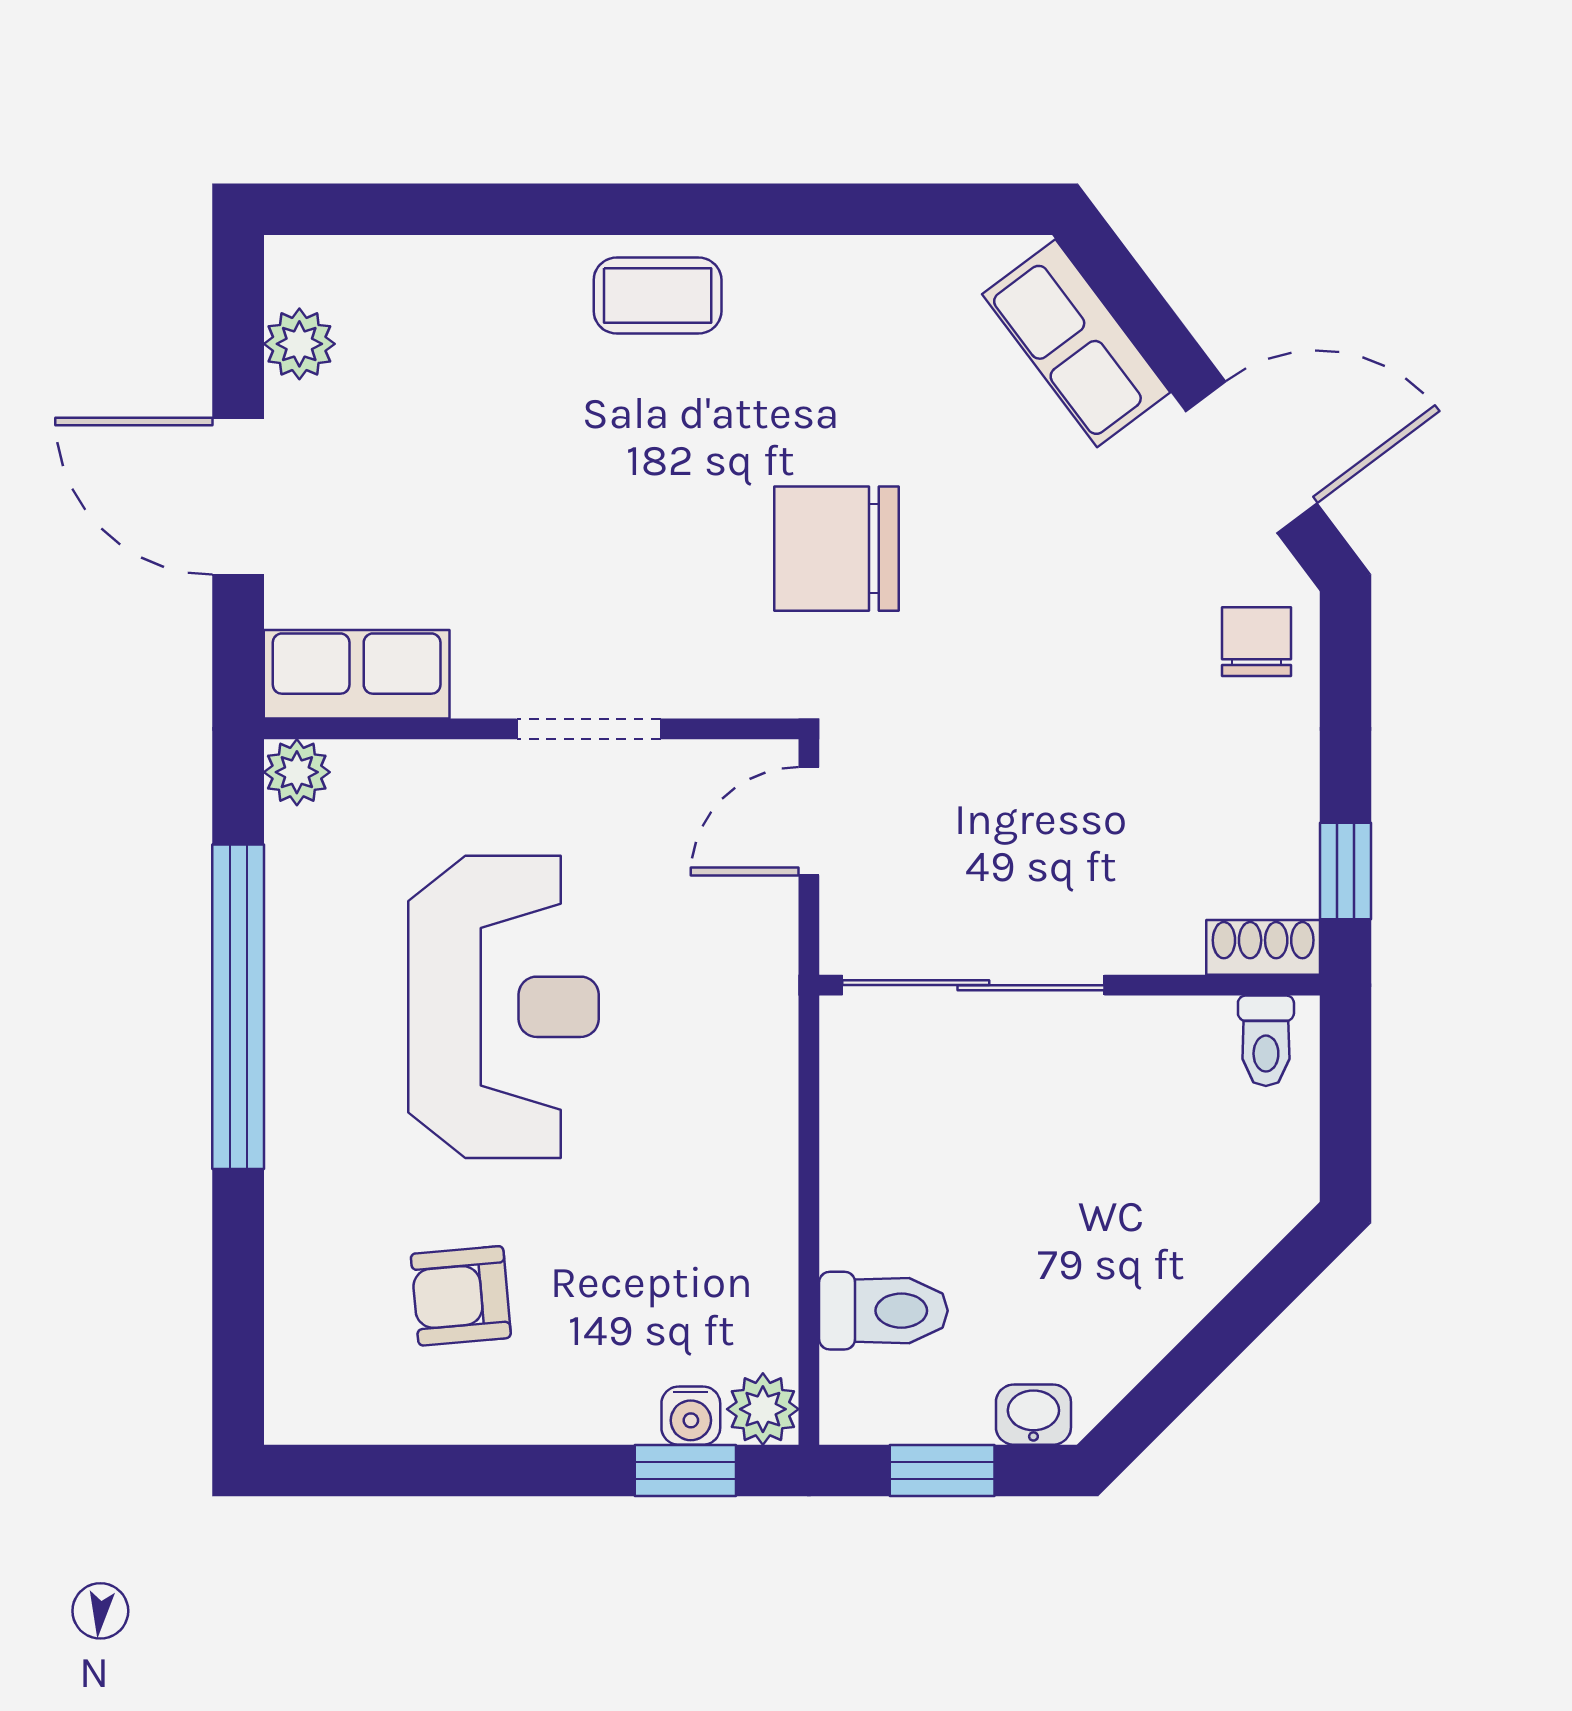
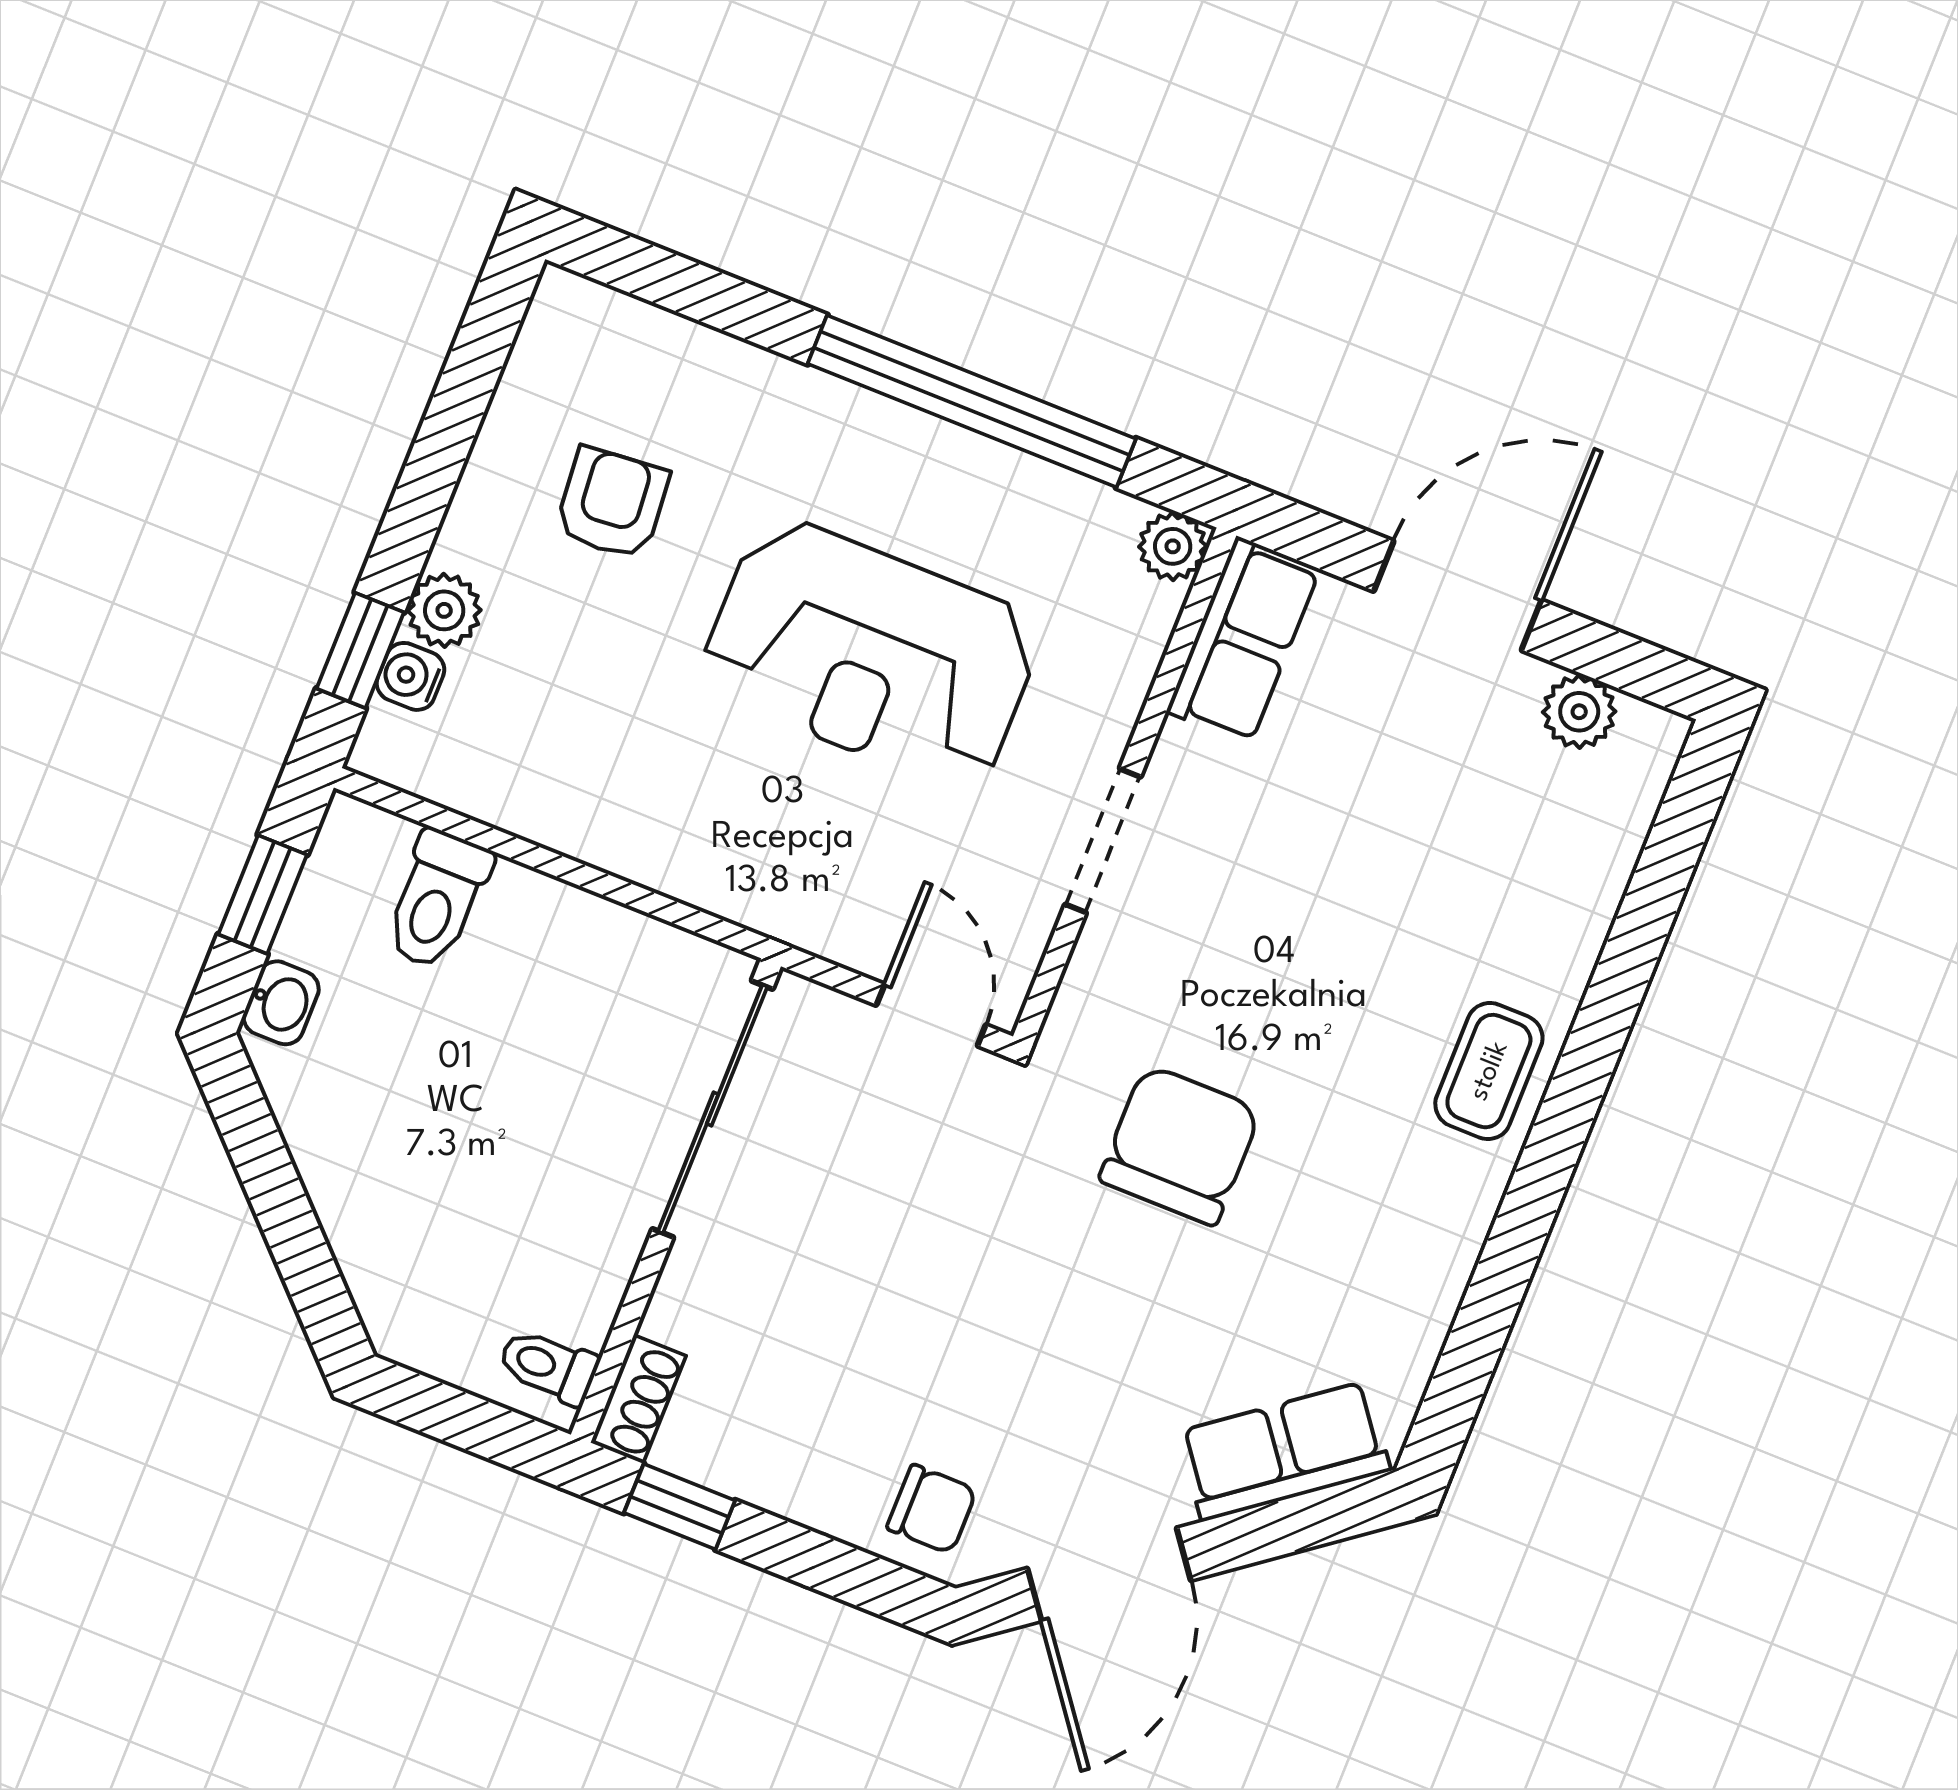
plant: (763, 1409) -> (444, 610), moved

